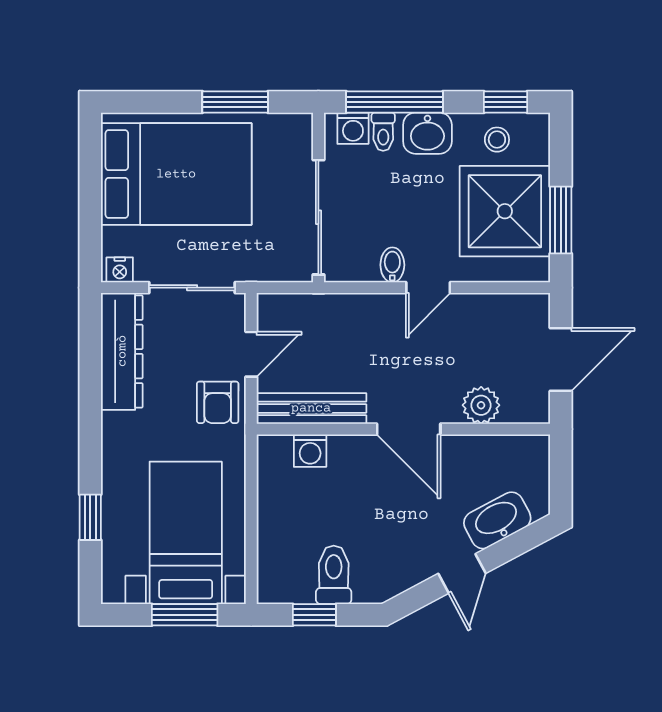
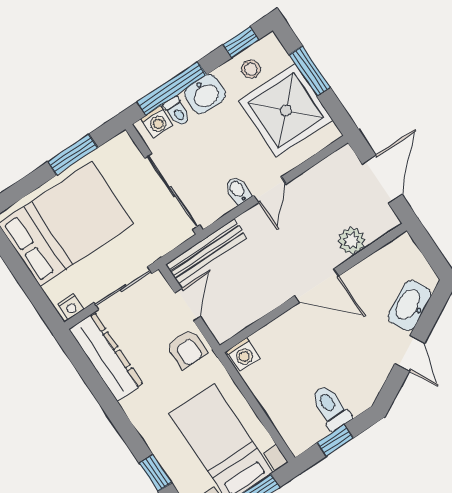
window: (561, 220) -> (310, 71), moved
bench: (311, 408) -> (206, 251), moved
washing machine: (310, 451) -> (243, 354), moved

